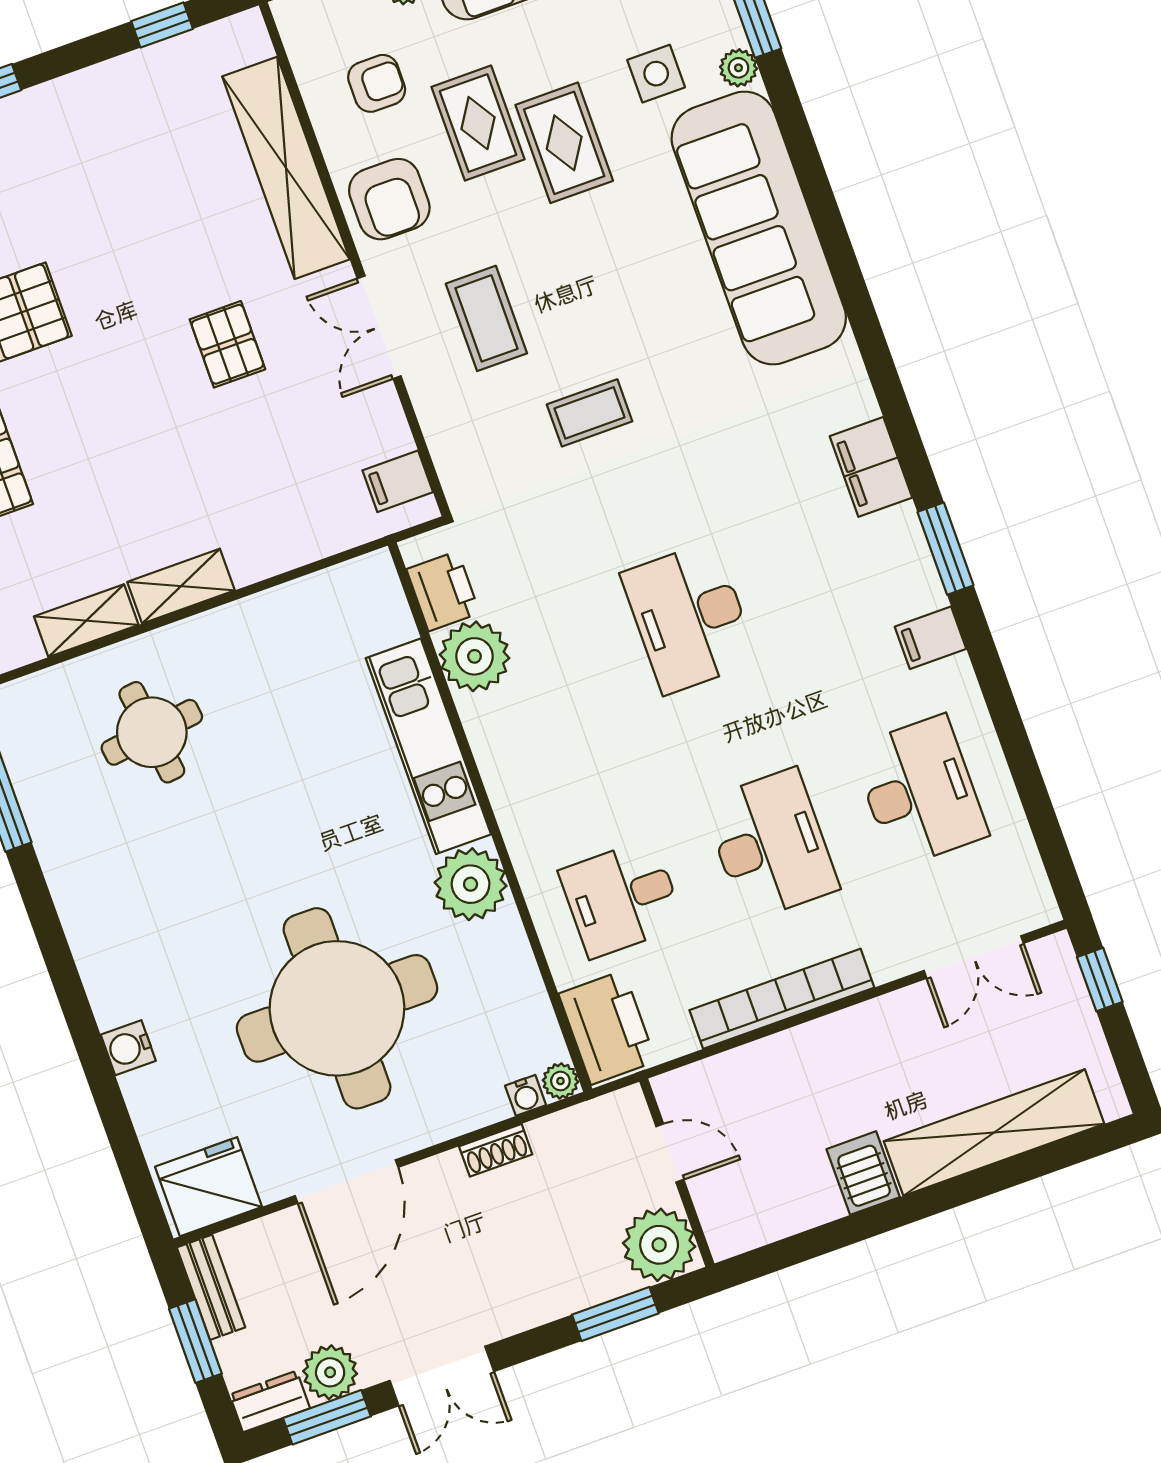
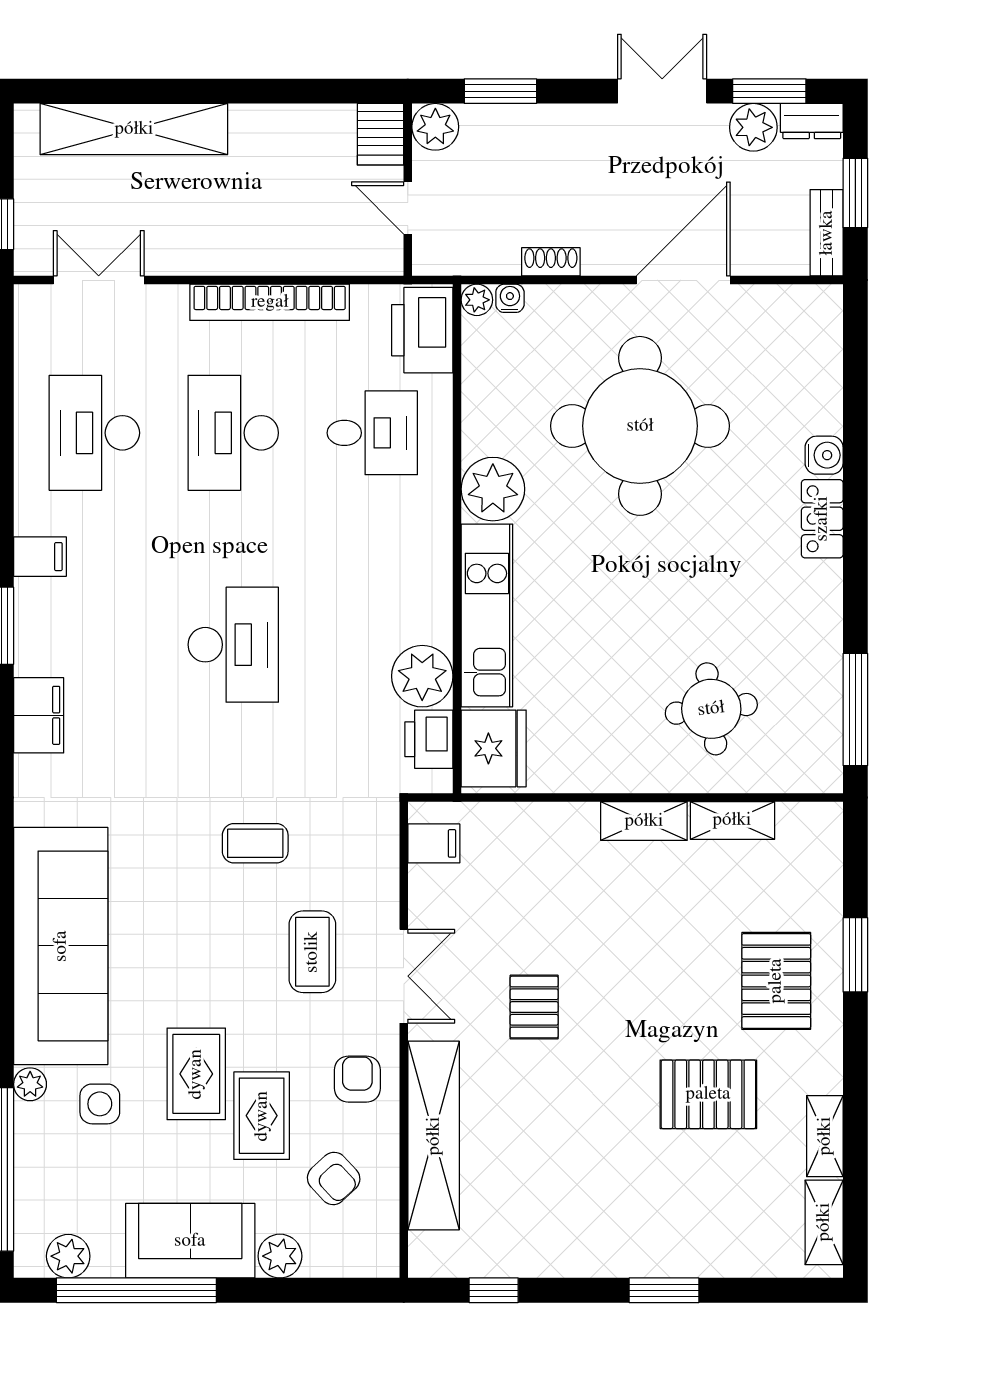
armchair: (377, 83) -> (334, 1178), turned -133
armchair: (389, 199) -> (357, 1079), width x0.72, depth x0.72
locker: (106, 979) -> (822, 519), added
server rack: (863, 1173) -> (381, 134), moved
fridge: (209, 1187) -> (494, 748), moved, turned -90
plant: (659, 1245) -> (435, 127), width x0.73, depth x0.73

